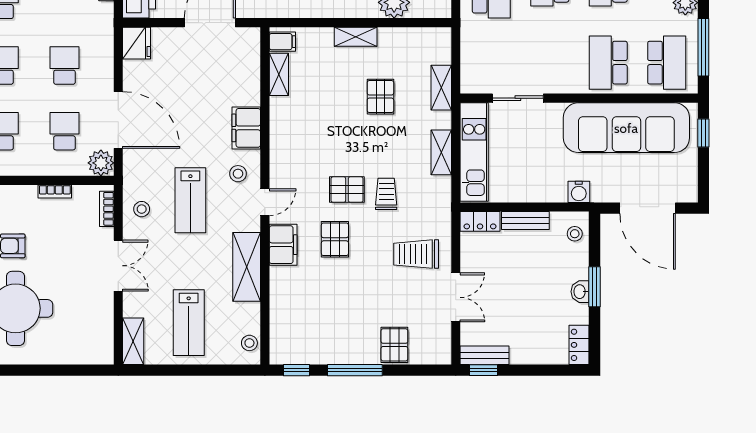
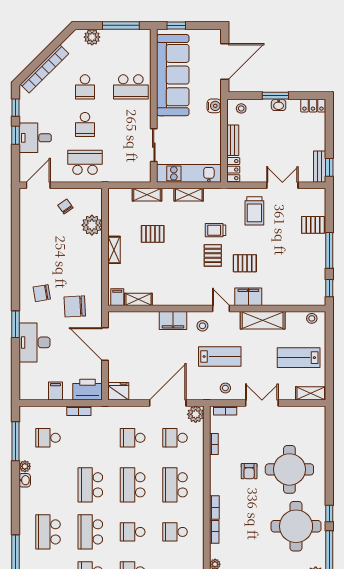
school desk: (667, 63) -> (131, 49), removed
lab bench: (189, 323) -> (299, 358), turned 180

